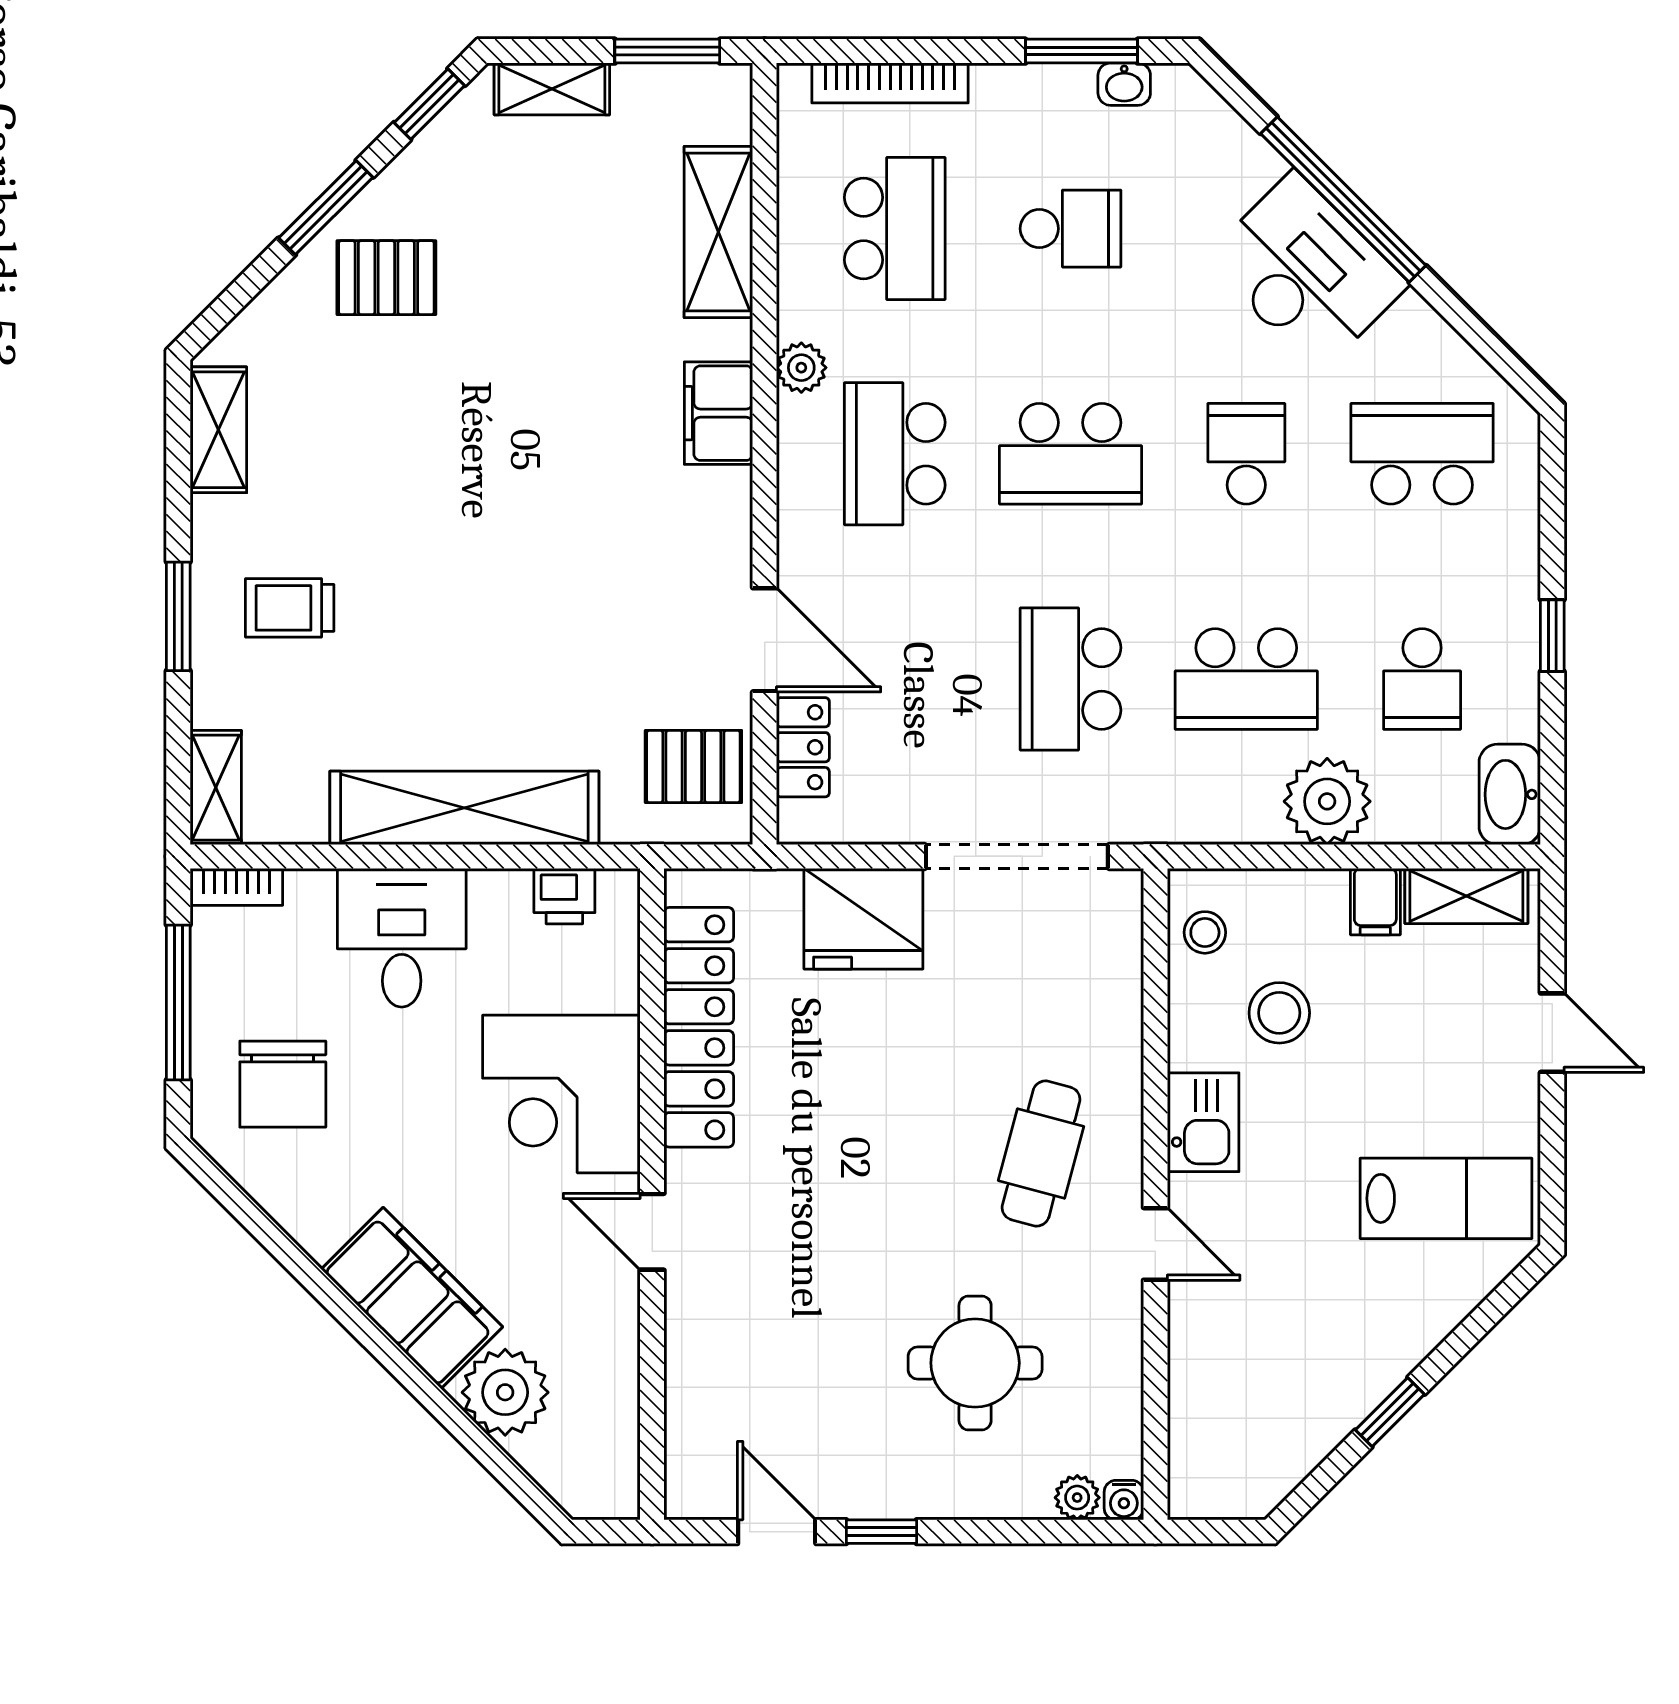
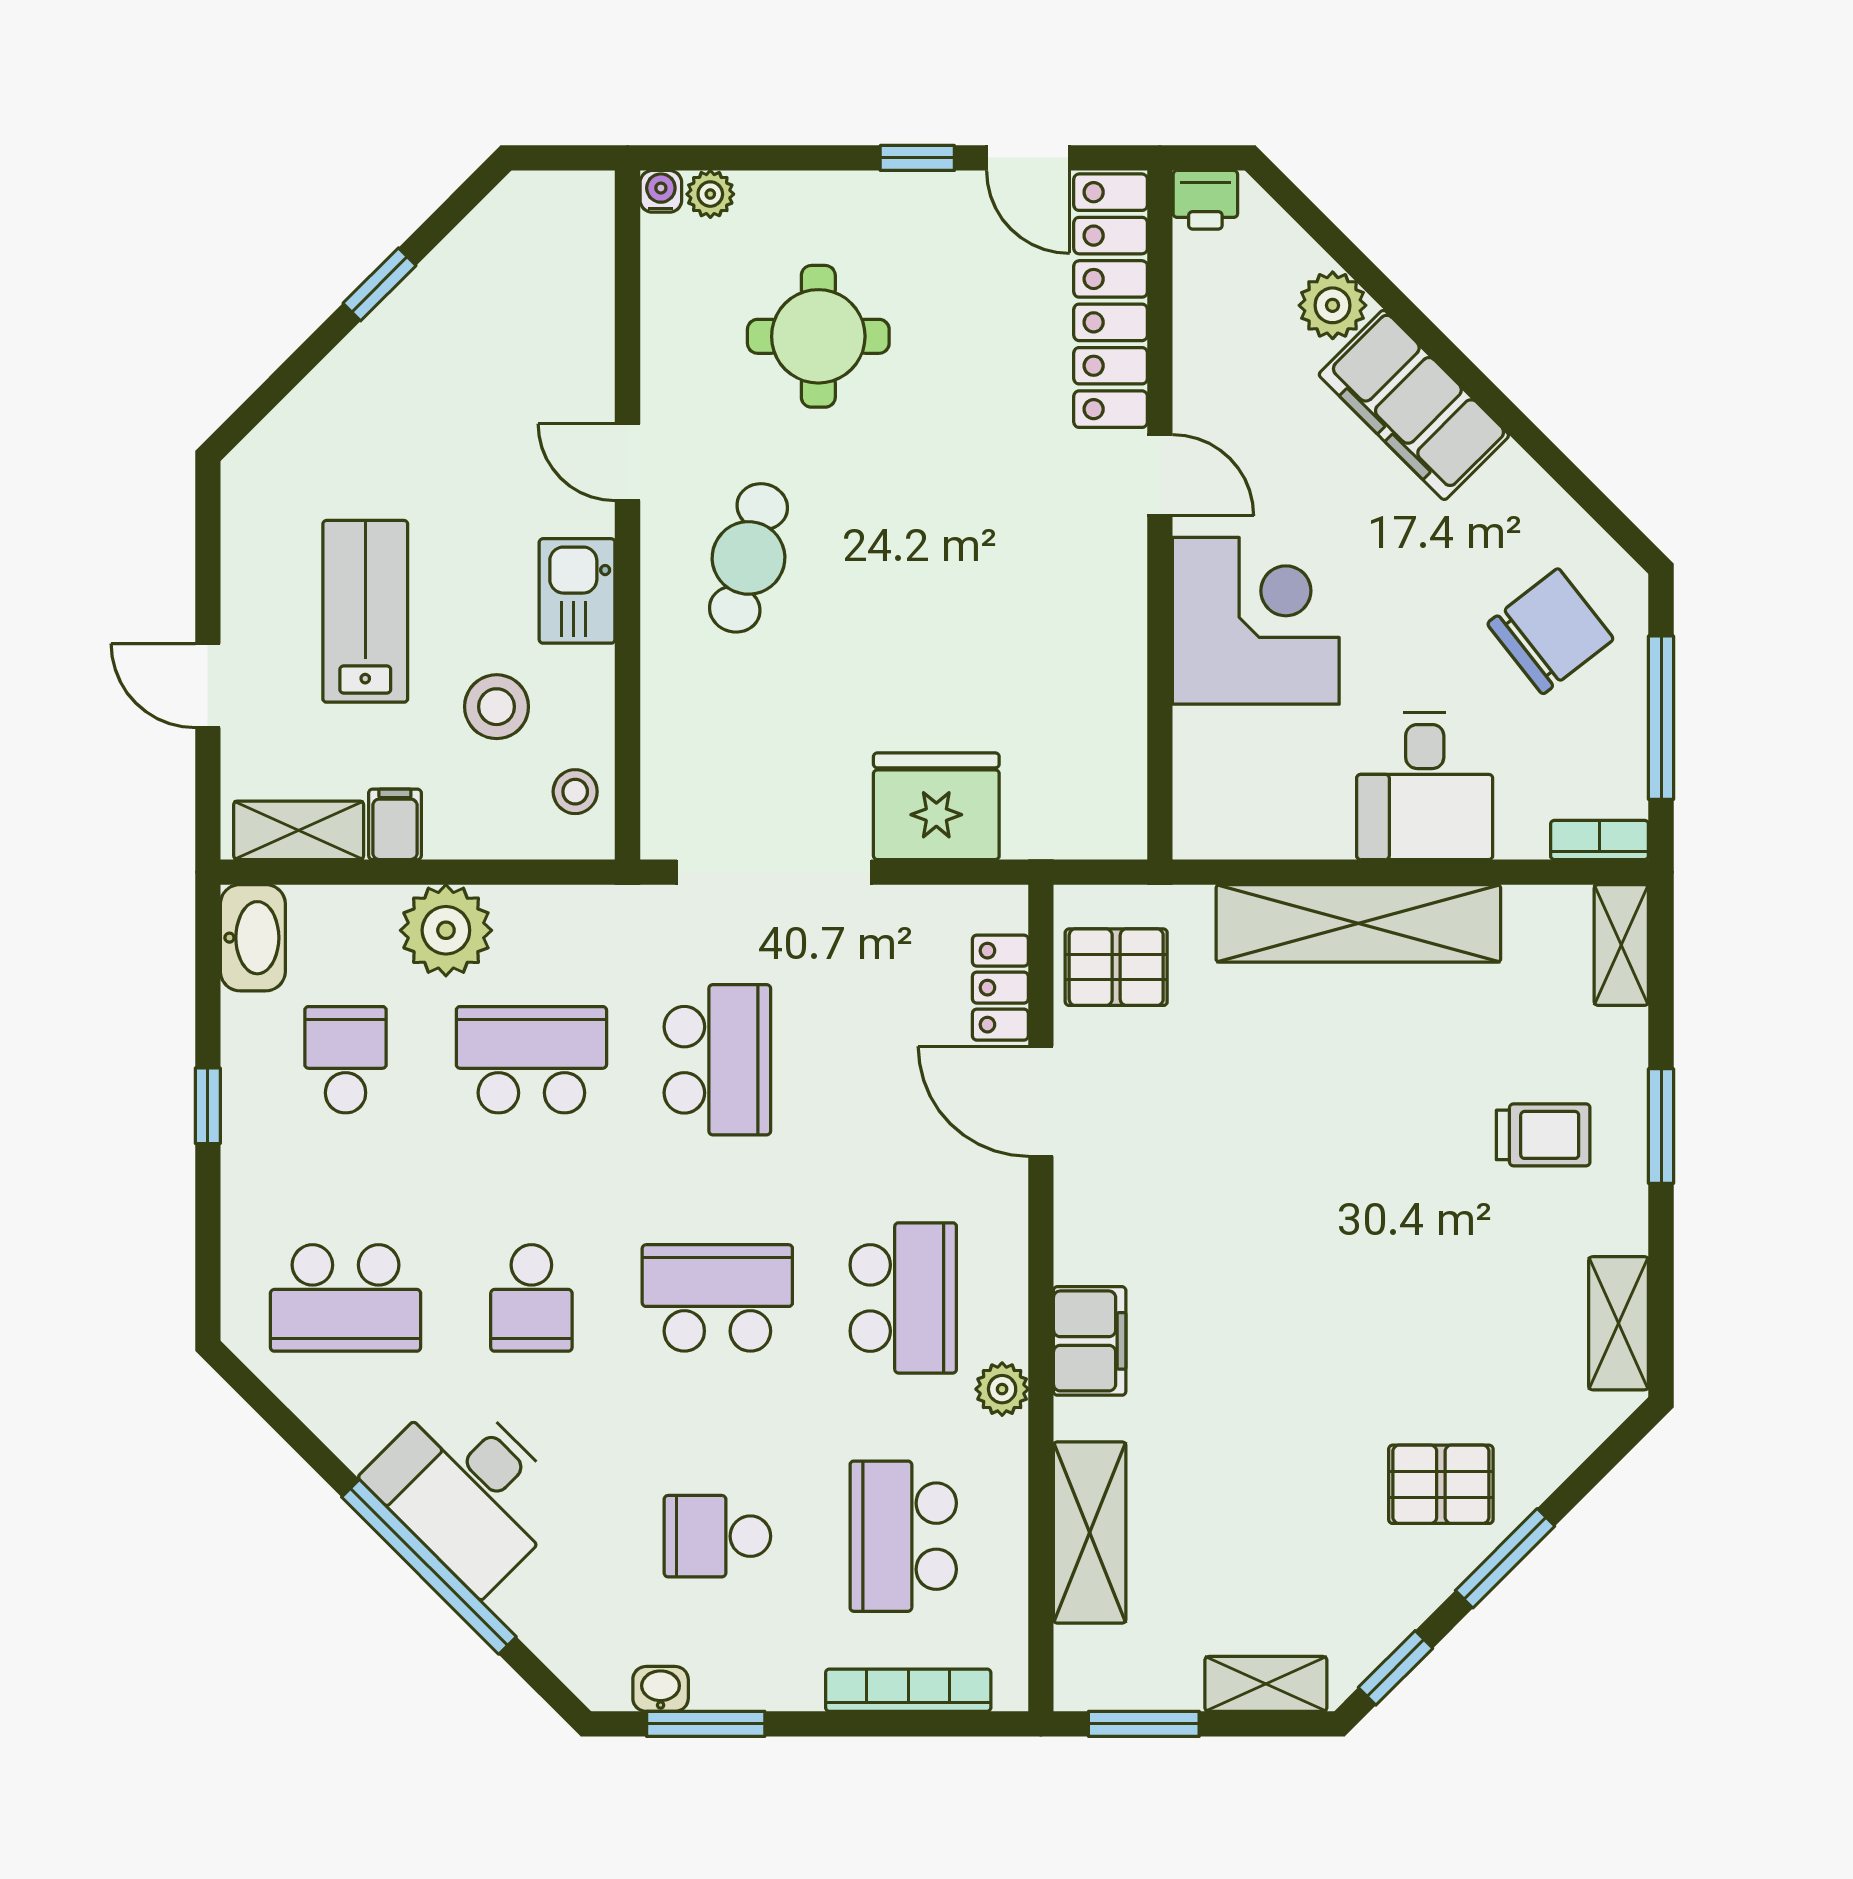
printer: (564, 896) -> (1205, 200), moved, turned 180
locker: (699, 1027) -> (1111, 301), moved
chair: (283, 1084) -> (1550, 631), turned 52
lab bench: (1446, 1198) -> (365, 611), moved, turned 90
plant: (505, 1392) -> (1333, 305), width x0.73, depth x0.73

